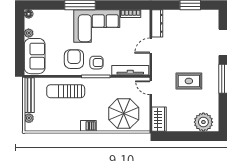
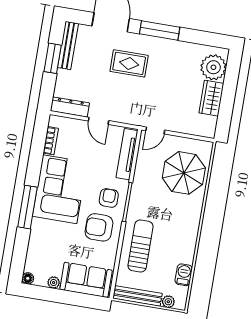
bench: (201, 15) -> (68, 46), added
rug: (189, 81) -> (129, 63), moved, turned 90
sun lounger: (66, 91) -> (140, 246), turned 180
wardrobe: (159, 119) -> (211, 98), moved, turned -90
barbecue: (88, 126) -> (184, 275), moved

